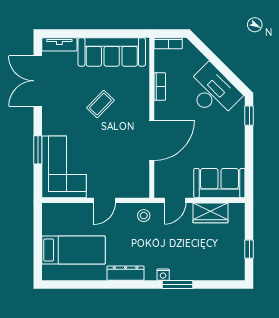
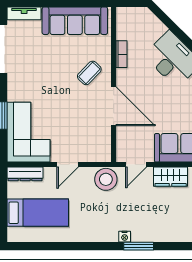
bookcase: (168, 43) -> (130, 12), removed
coffee table: (100, 104) -> (89, 73), moved
door: (152, 140) -> (114, 106), hinge flipped
stool: (144, 216) -> (106, 179), width x1.89, depth x1.89
dresser: (126, 273) -> (25, 174), moved, turned 180

